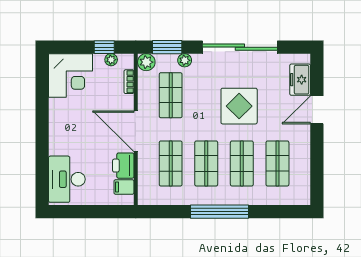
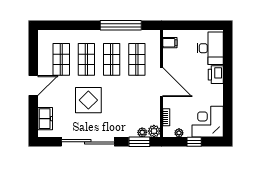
window: (104, 47) -> (194, 142), moved
plant: (185, 60) -> (142, 132), moved
shop shelf: (171, 95) -> (137, 108), removed
door: (317, 110) -> (33, 86), moved
printer: (123, 166) -> (216, 75), moved, turned 180
window: (220, 212) -> (121, 25), moved

